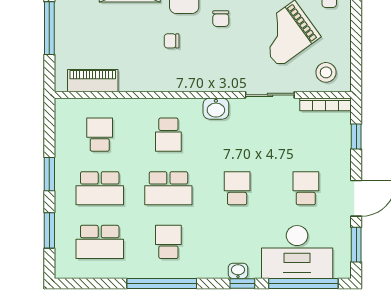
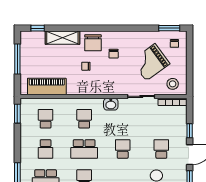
piano: (93, 81) -> (47, 86), width x1.37, depth x1.33
school desk: (168, 135) -> (84, 119), turned 180
window: (356, 136) -> (190, 131), moved
window: (49, 174) -> (17, 114), moved
school desk: (100, 188) -> (46, 149), width x0.54

